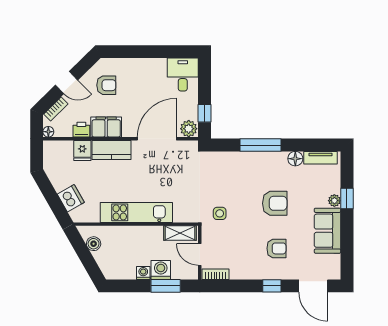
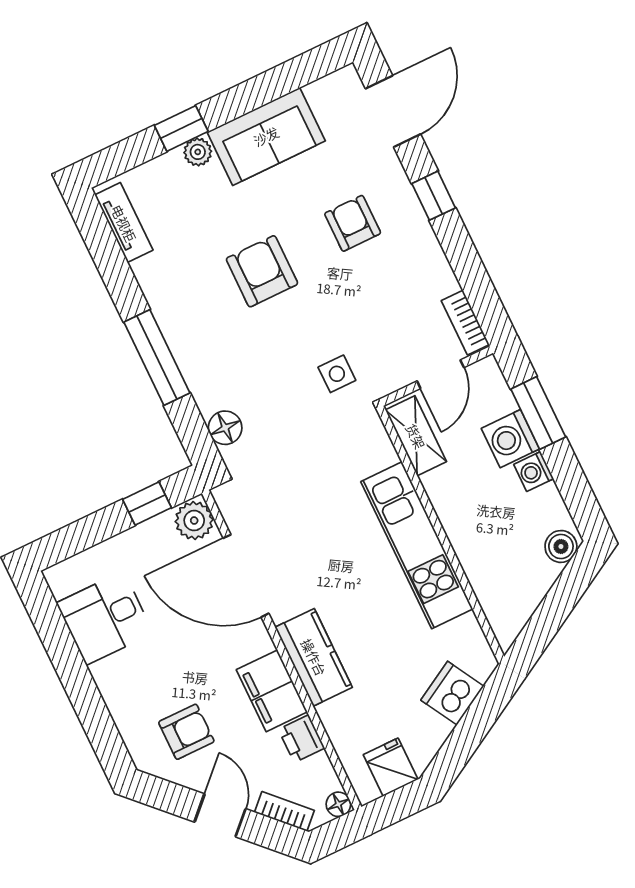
desk: (183, 74) -> (105, 618), moved
armchair: (106, 85) -> (186, 732), turned 90
fridge: (82, 150) -> (391, 767), moved, turned -90
floor lamp: (295, 159) -> (225, 428), moved
boiler: (94, 244) -> (561, 546), moved

